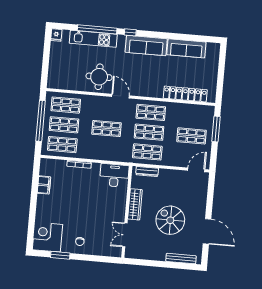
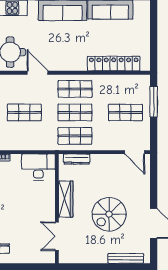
door: (196, 170) -> (135, 152), swing flipped
spiral stairs: (170, 220) -> (109, 214), turned -90

